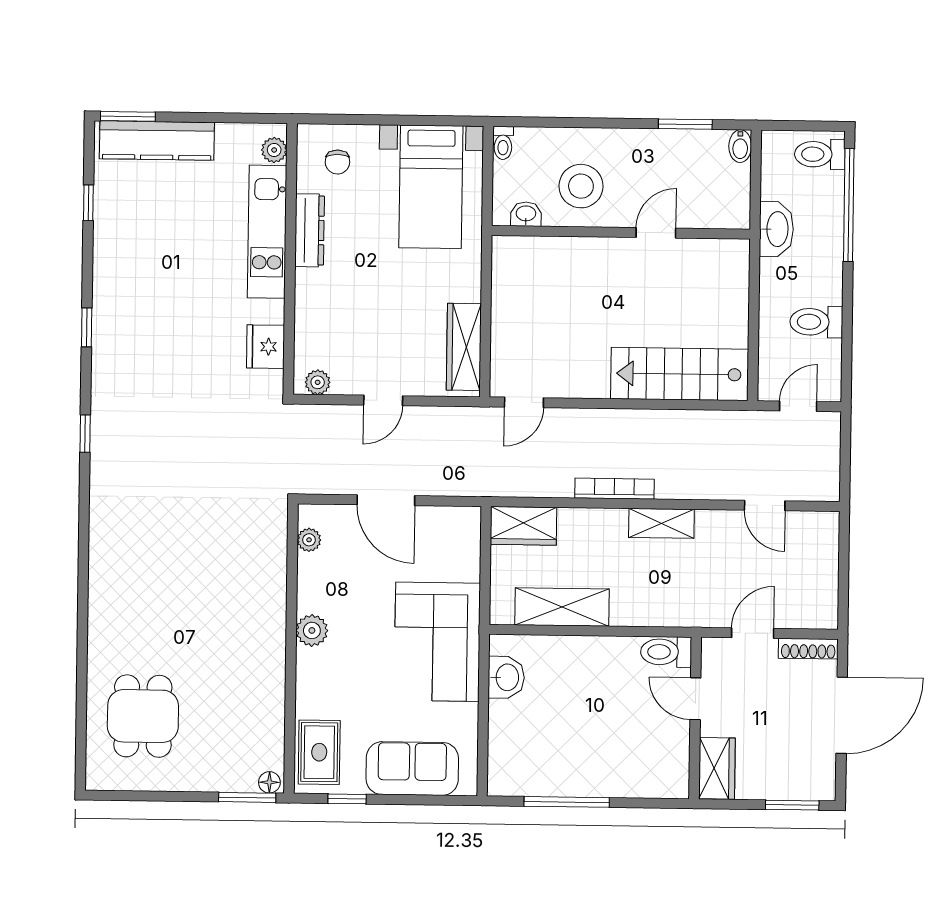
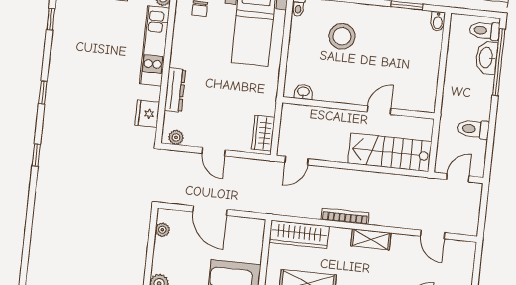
washbasin: (526, 214) -> (303, 92), moved
washbasin: (776, 229) -> (486, 58), moved, turned 180
dresser: (310, 230) -> (175, 90), moved
wall: (621, 232) -> (358, 108), moved
door: (656, 233) -> (379, 110), moved
wardrobe: (464, 347) -> (263, 133), width x0.67
door: (383, 400) -> (214, 152), hinge flipped
wardrobe: (523, 526) -> (299, 234), width x1.50

